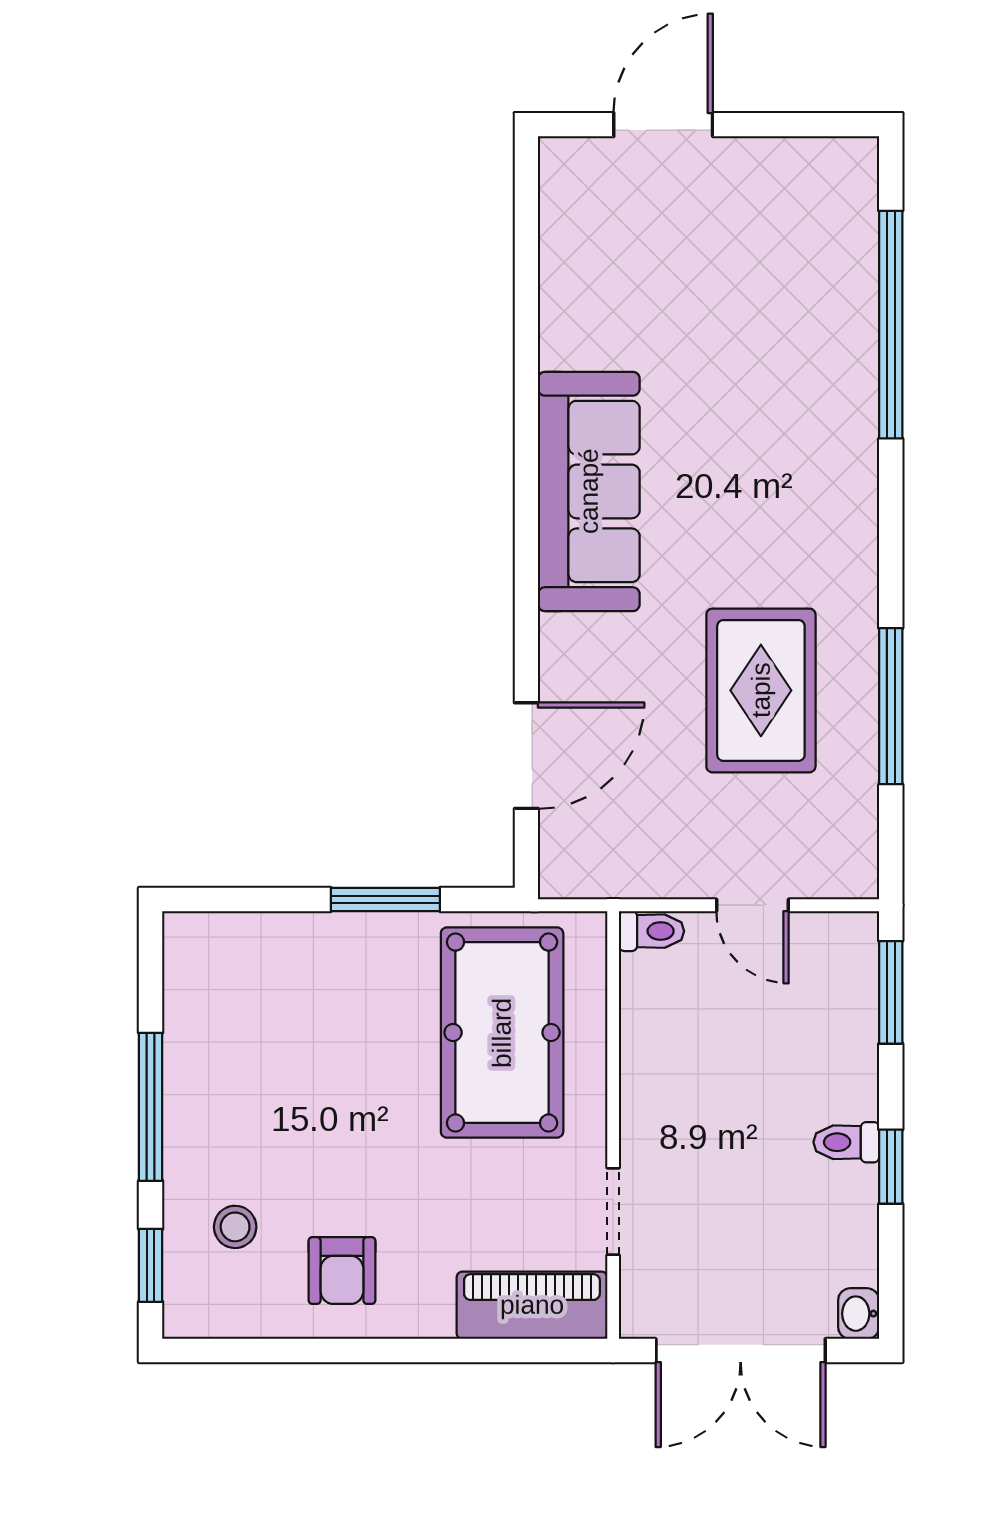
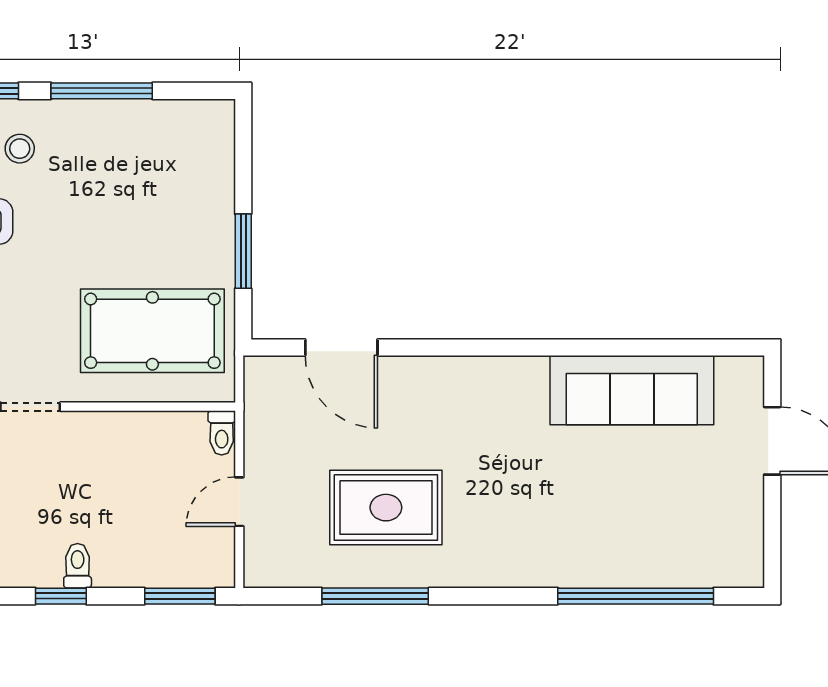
sofa: (589, 491) -> (632, 390), moved

